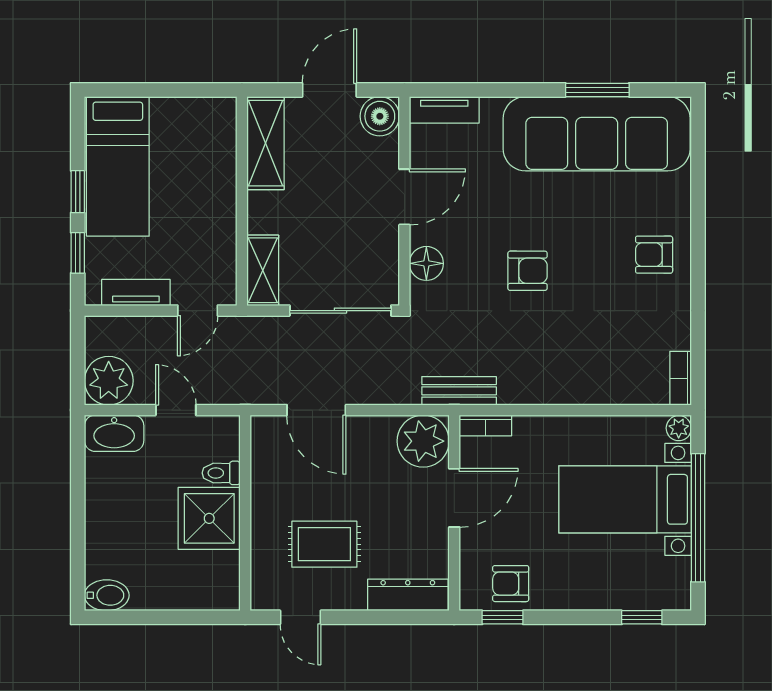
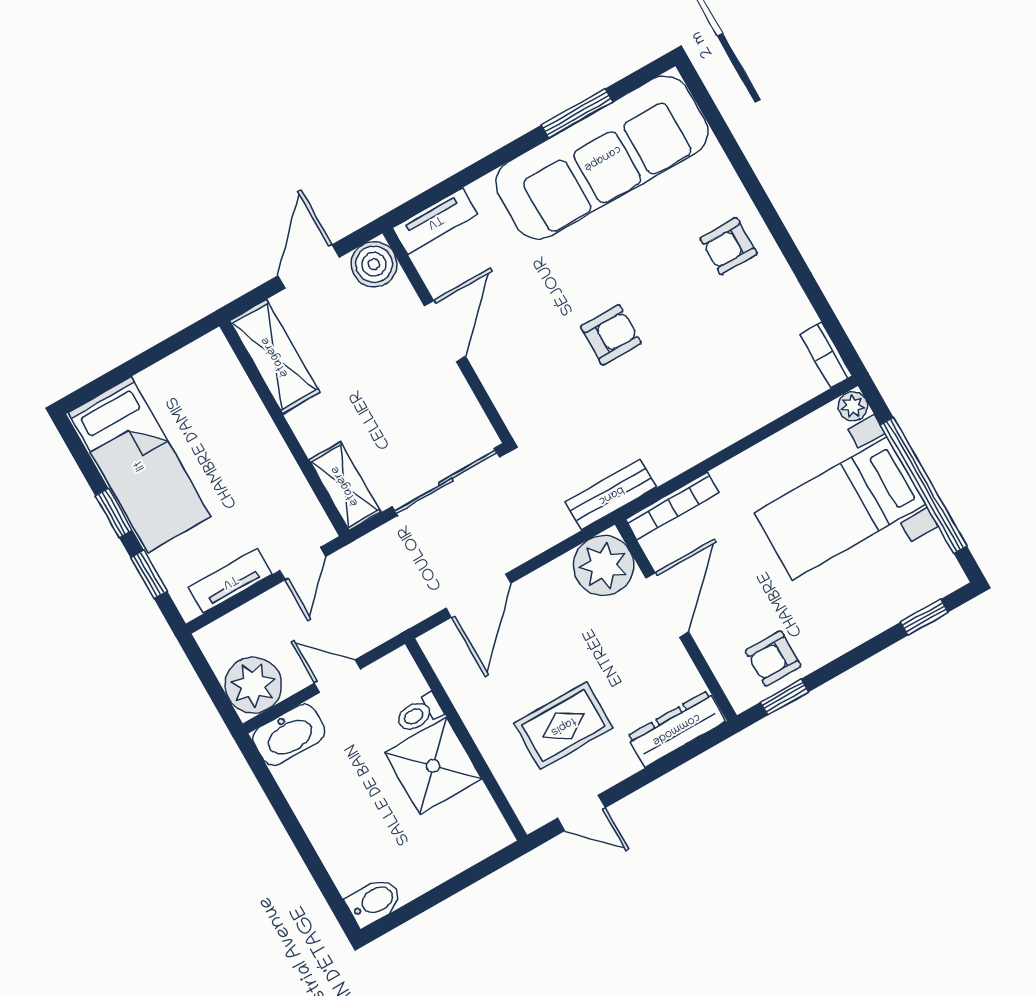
floor lamp: (426, 263) -> (505, 385), removed
door: (316, 410) -> (479, 596), hinge flipped
bookcase: (485, 425) -> (672, 506), width x1.56

